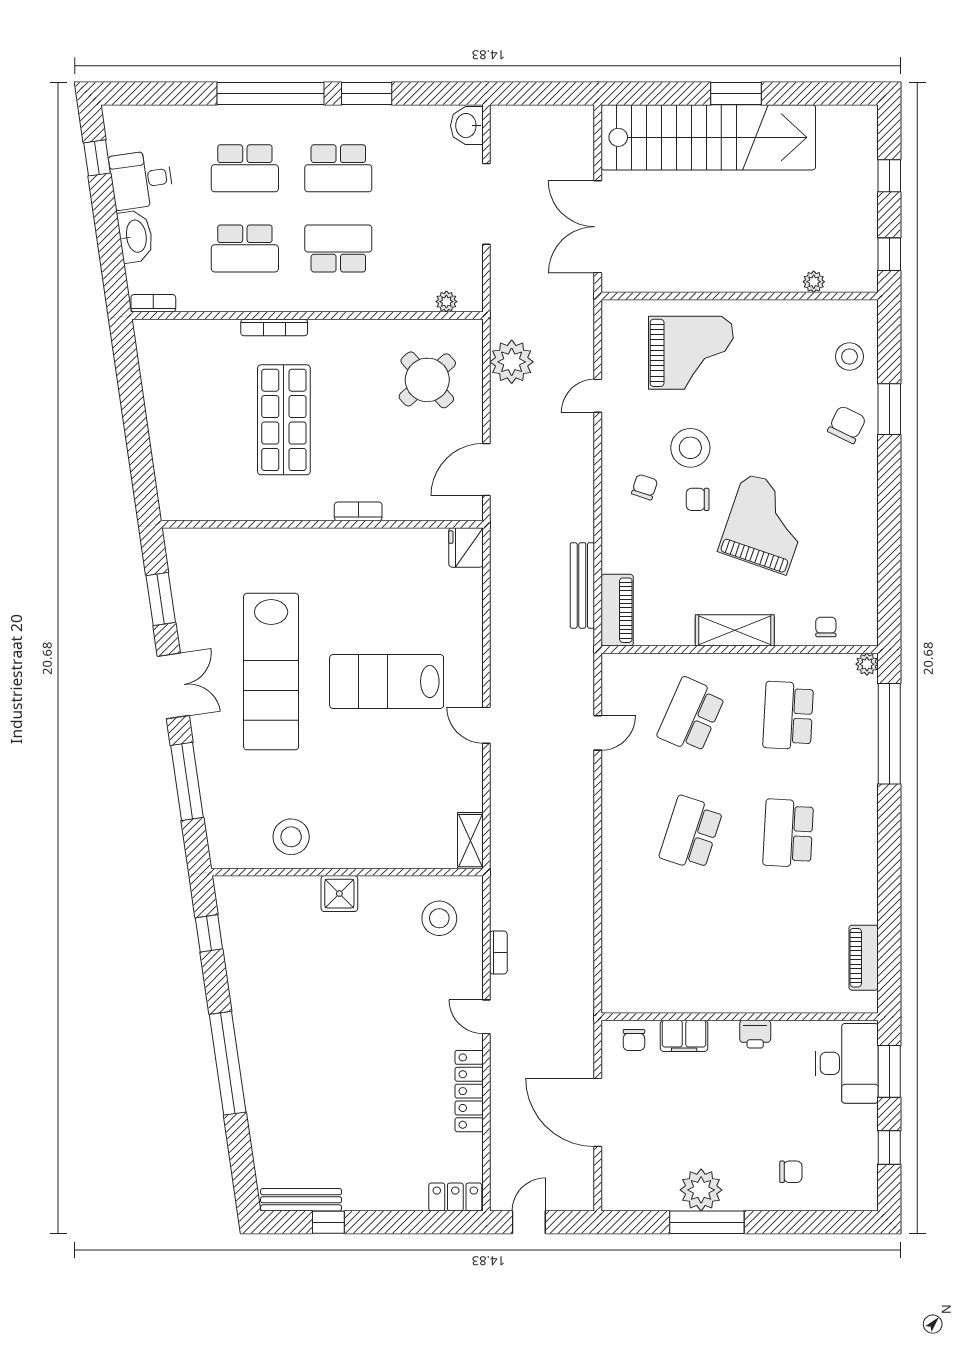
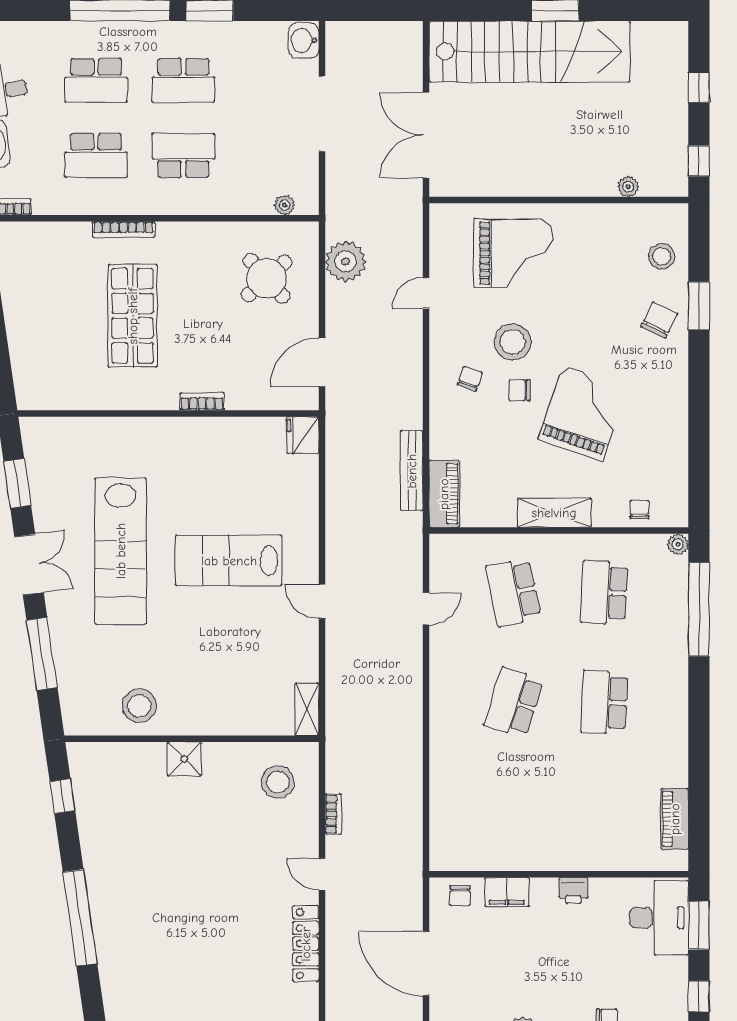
school desk: (691, 716) -> (513, 592), turned -36

